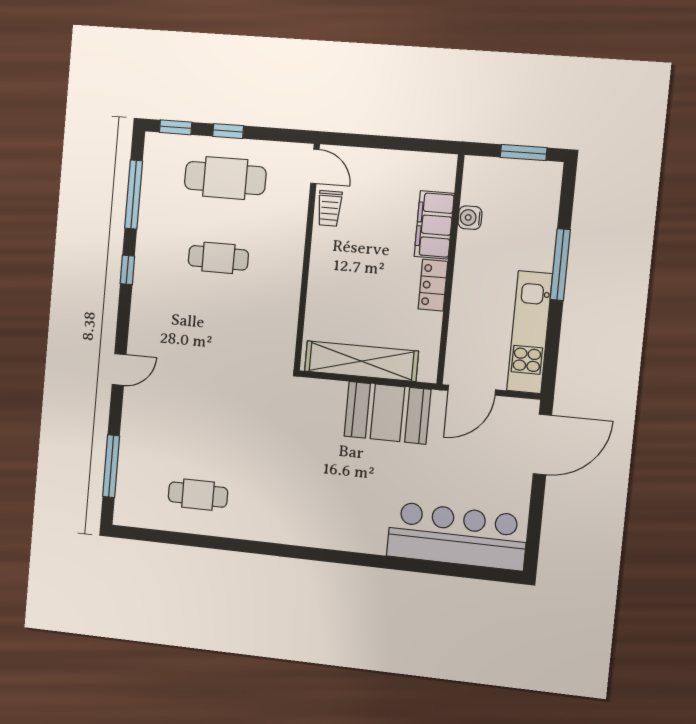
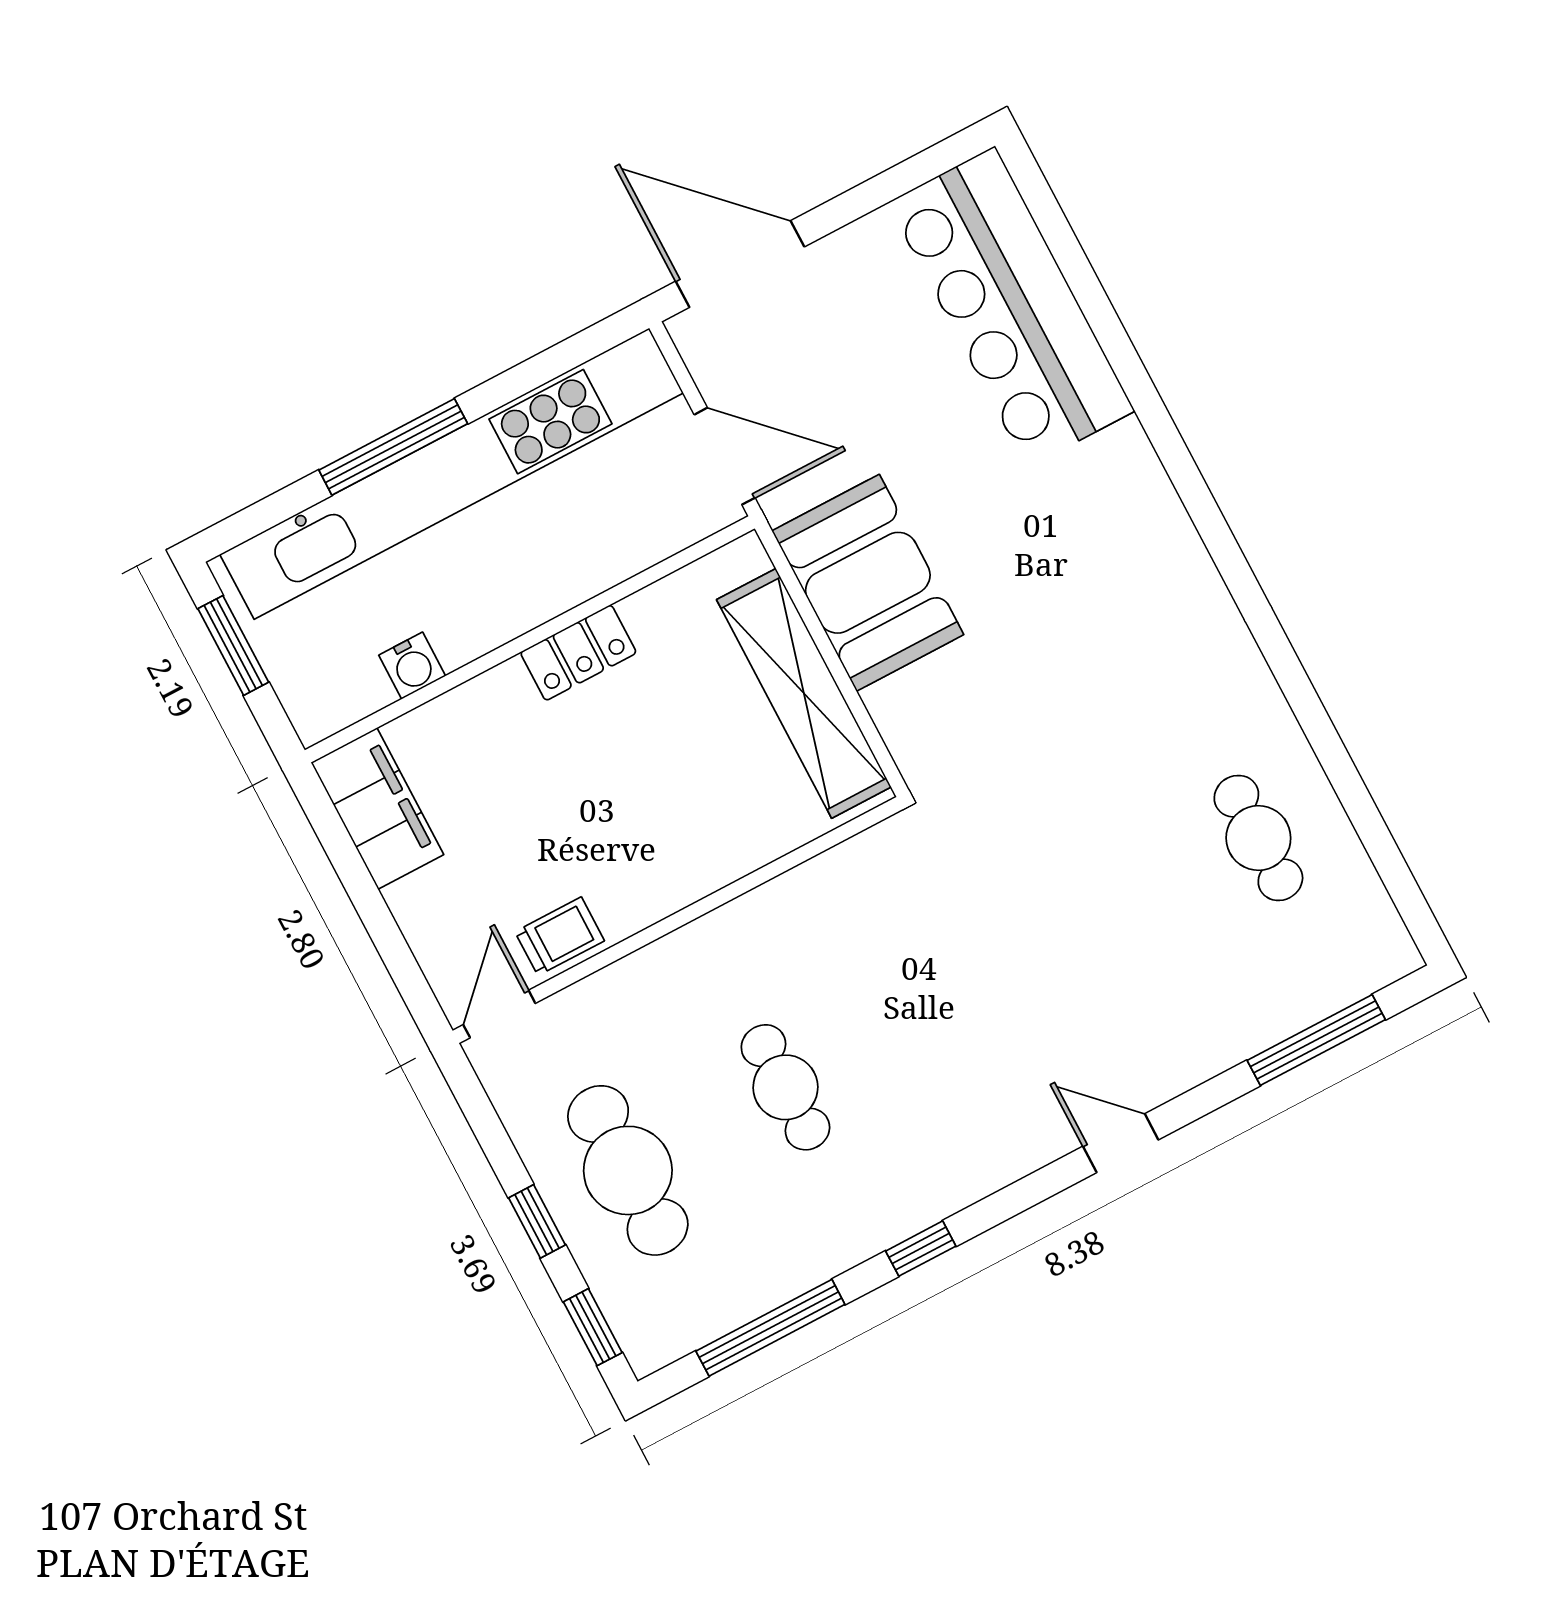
filing cabinet: (434, 225) -> (377, 809), moved, turned -90
kitchen unit: (530, 332) -> (452, 474), width x1.86

